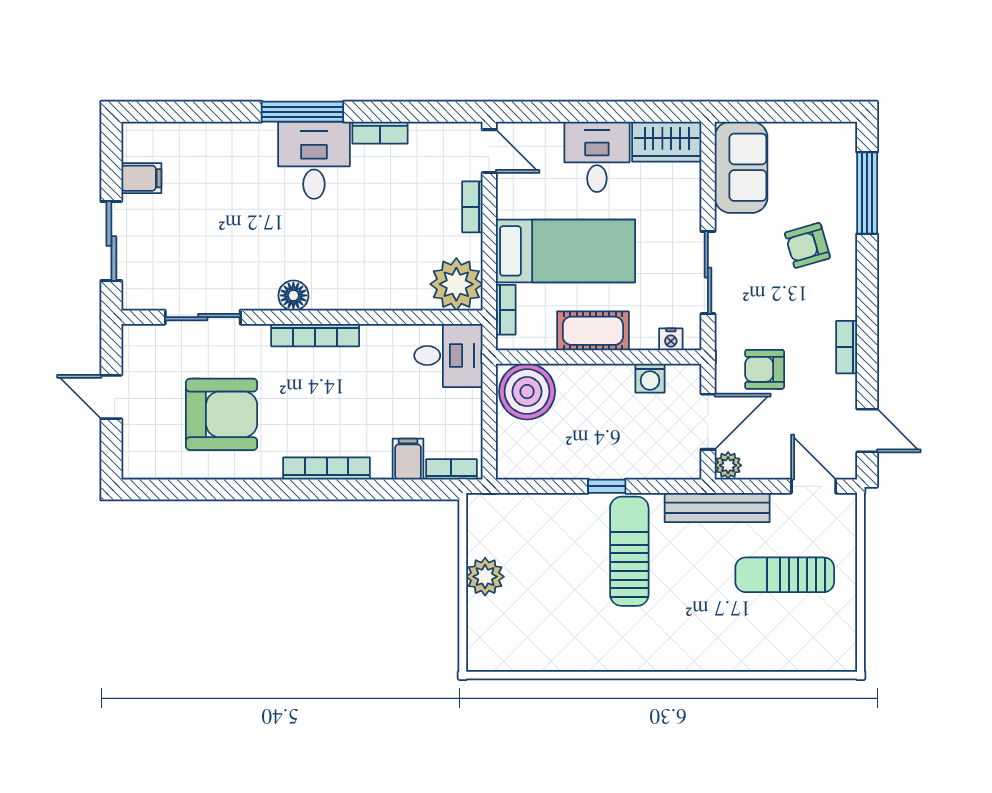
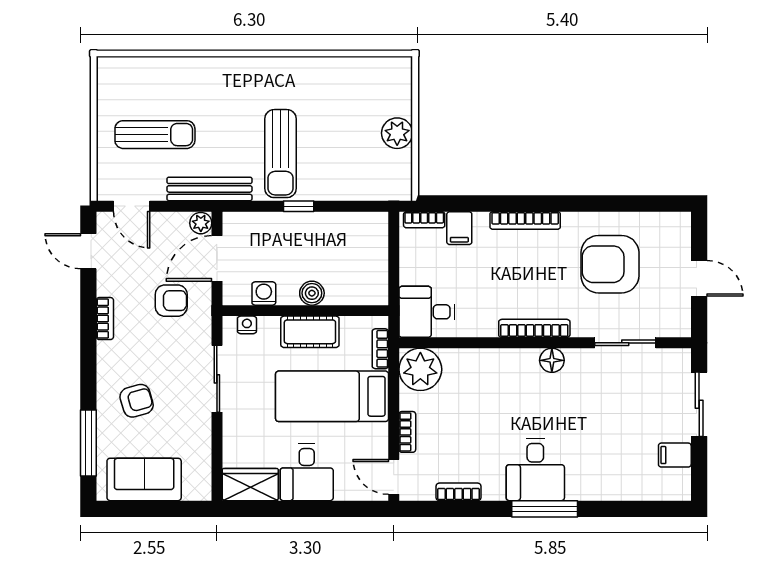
bookcase: (380, 133) -> (459, 492), moved
sofa: (741, 167) -> (144, 479), moved, turned 90
boiler: (527, 392) -> (312, 293), moved, width x0.54, depth x0.54

